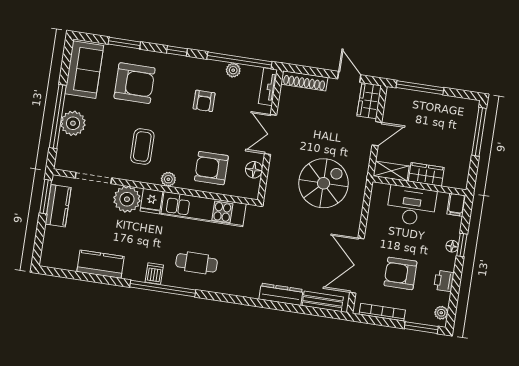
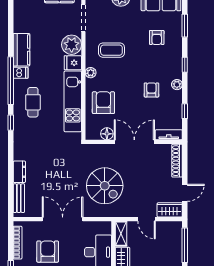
window: (239, 60) -> (185, 111), width x0.32
plant: (233, 70) -> (177, 85), moved
armchair: (135, 83) -> (157, 37), width x0.53, depth x0.53
armchair: (204, 101) -> (151, 90), turned 90
double door: (270, 134) -> (134, 142), width x1.37
kitchen counter: (101, 264) -> (21, 50), moved
double door: (357, 266) -> (63, 219), moved
dresser: (281, 294) -> (19, 172), width x0.70
window: (219, 297) -> (11, 123), added

